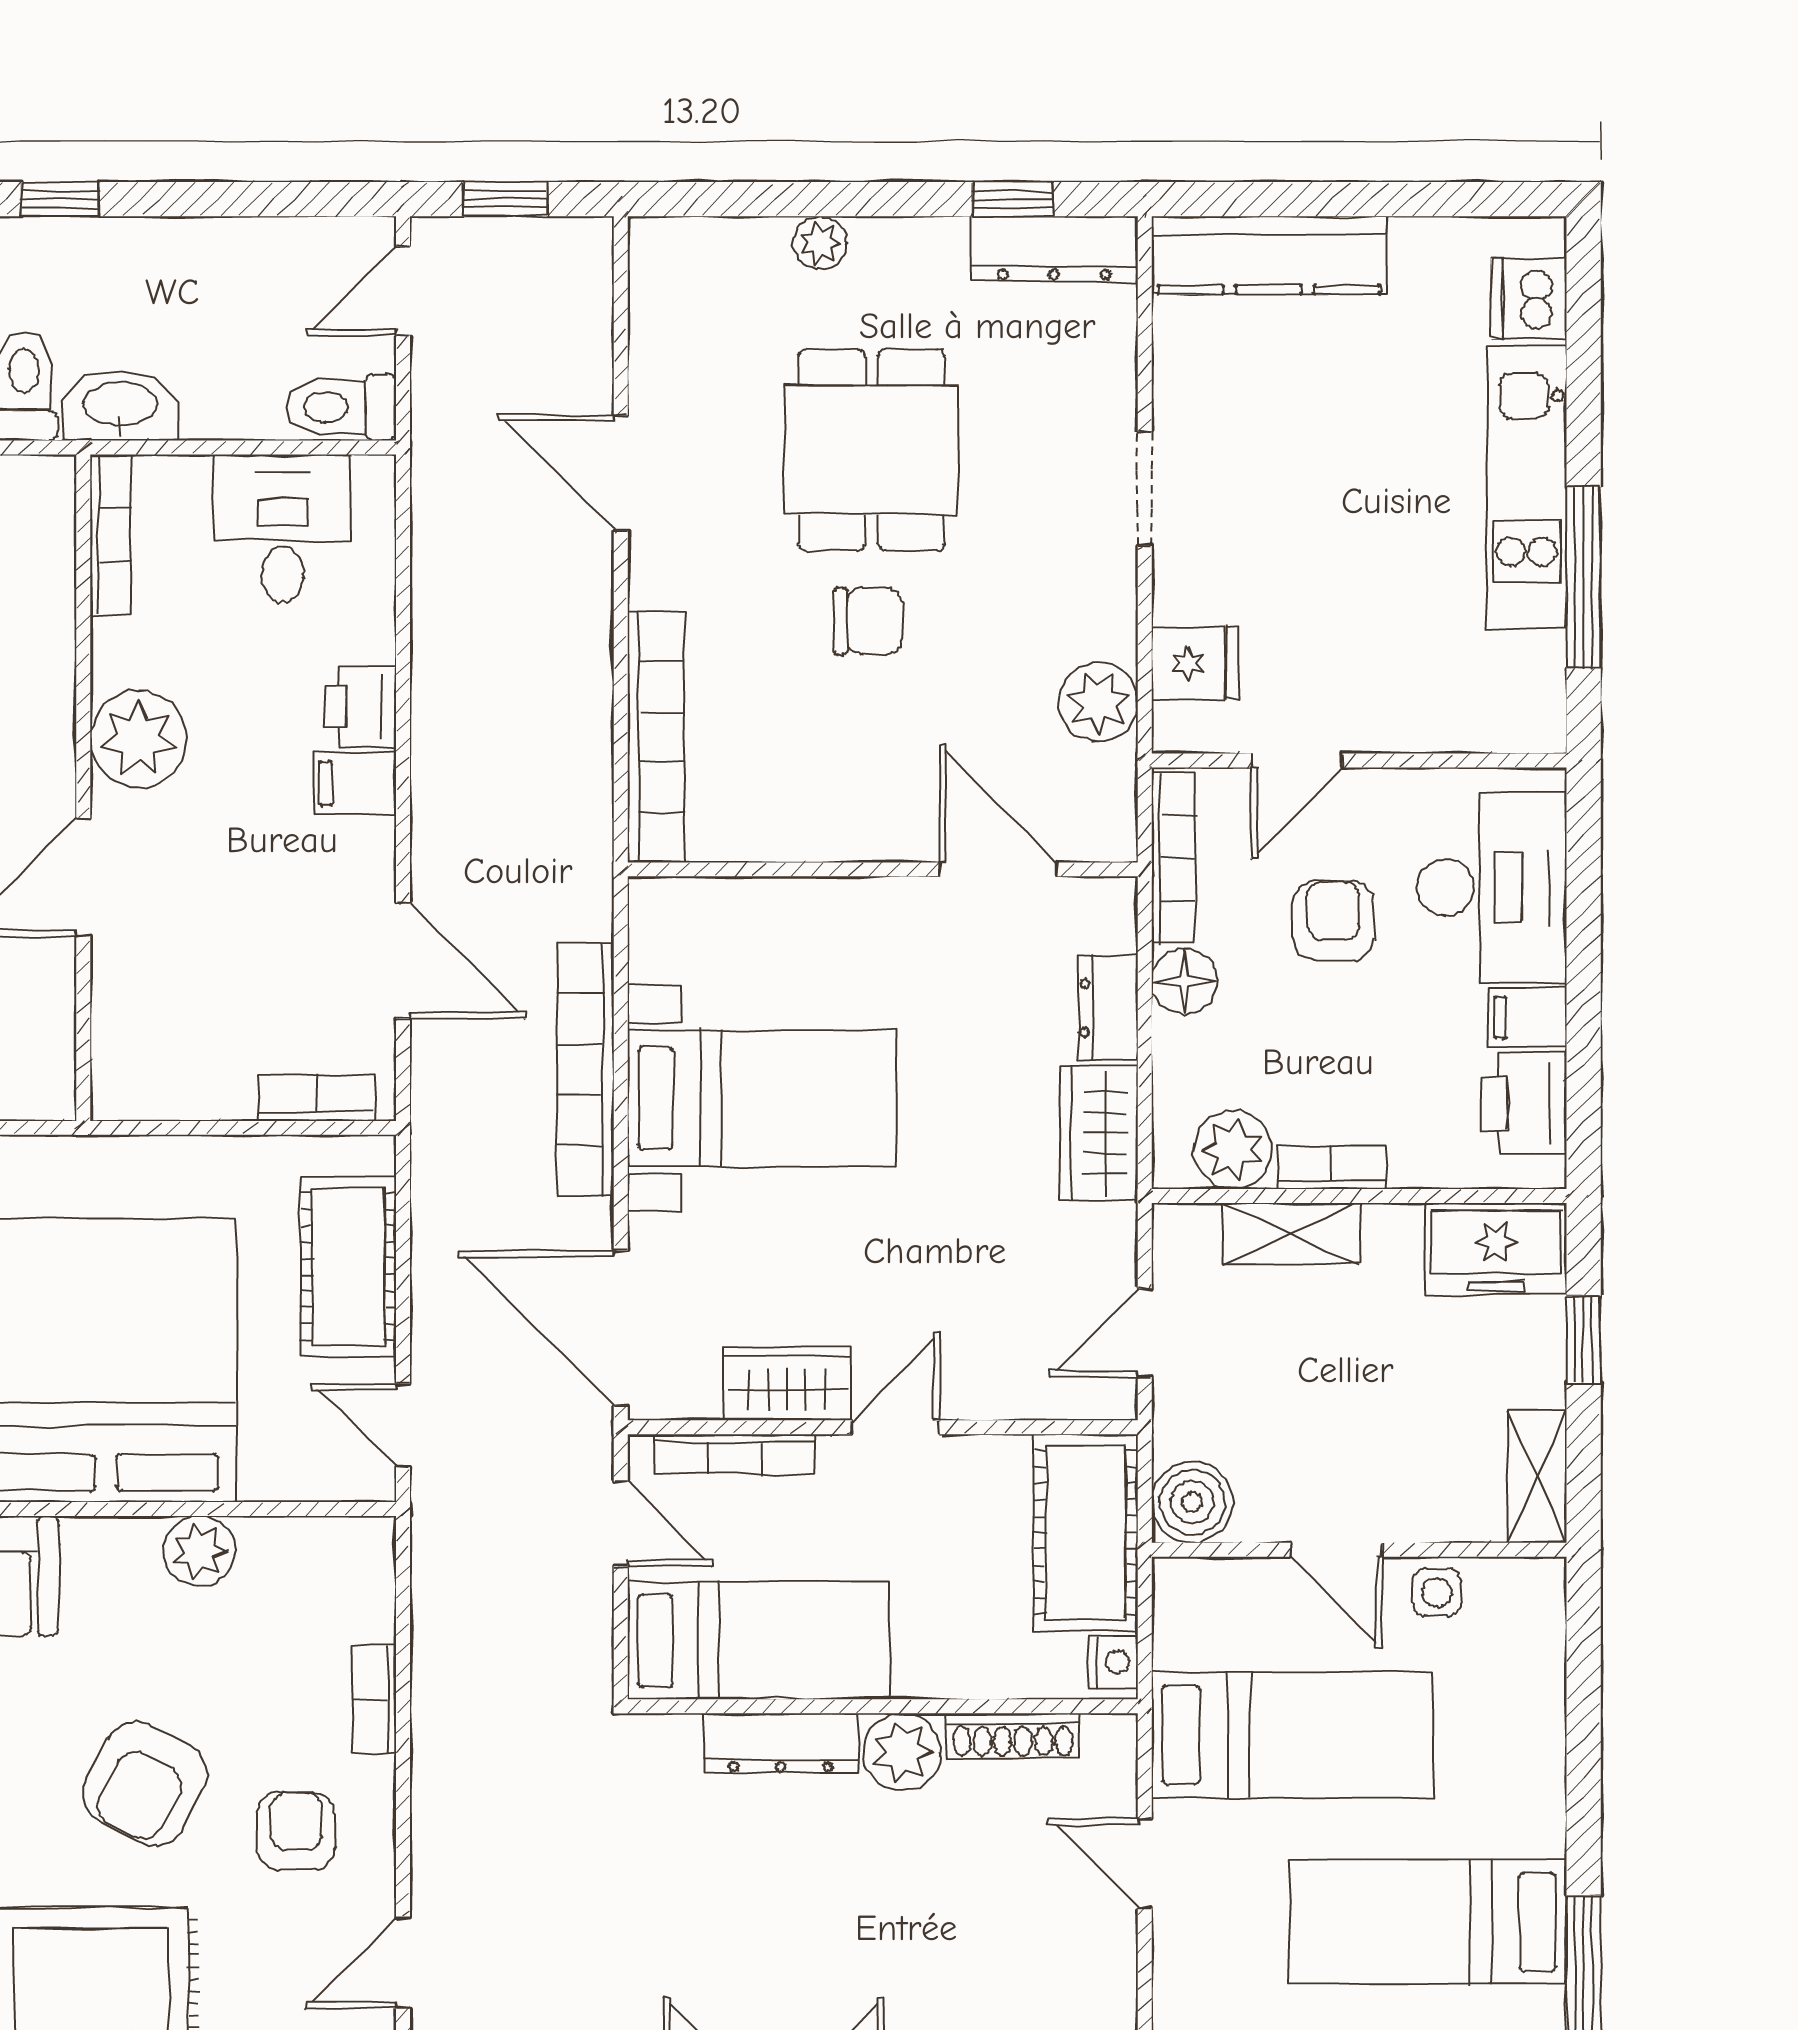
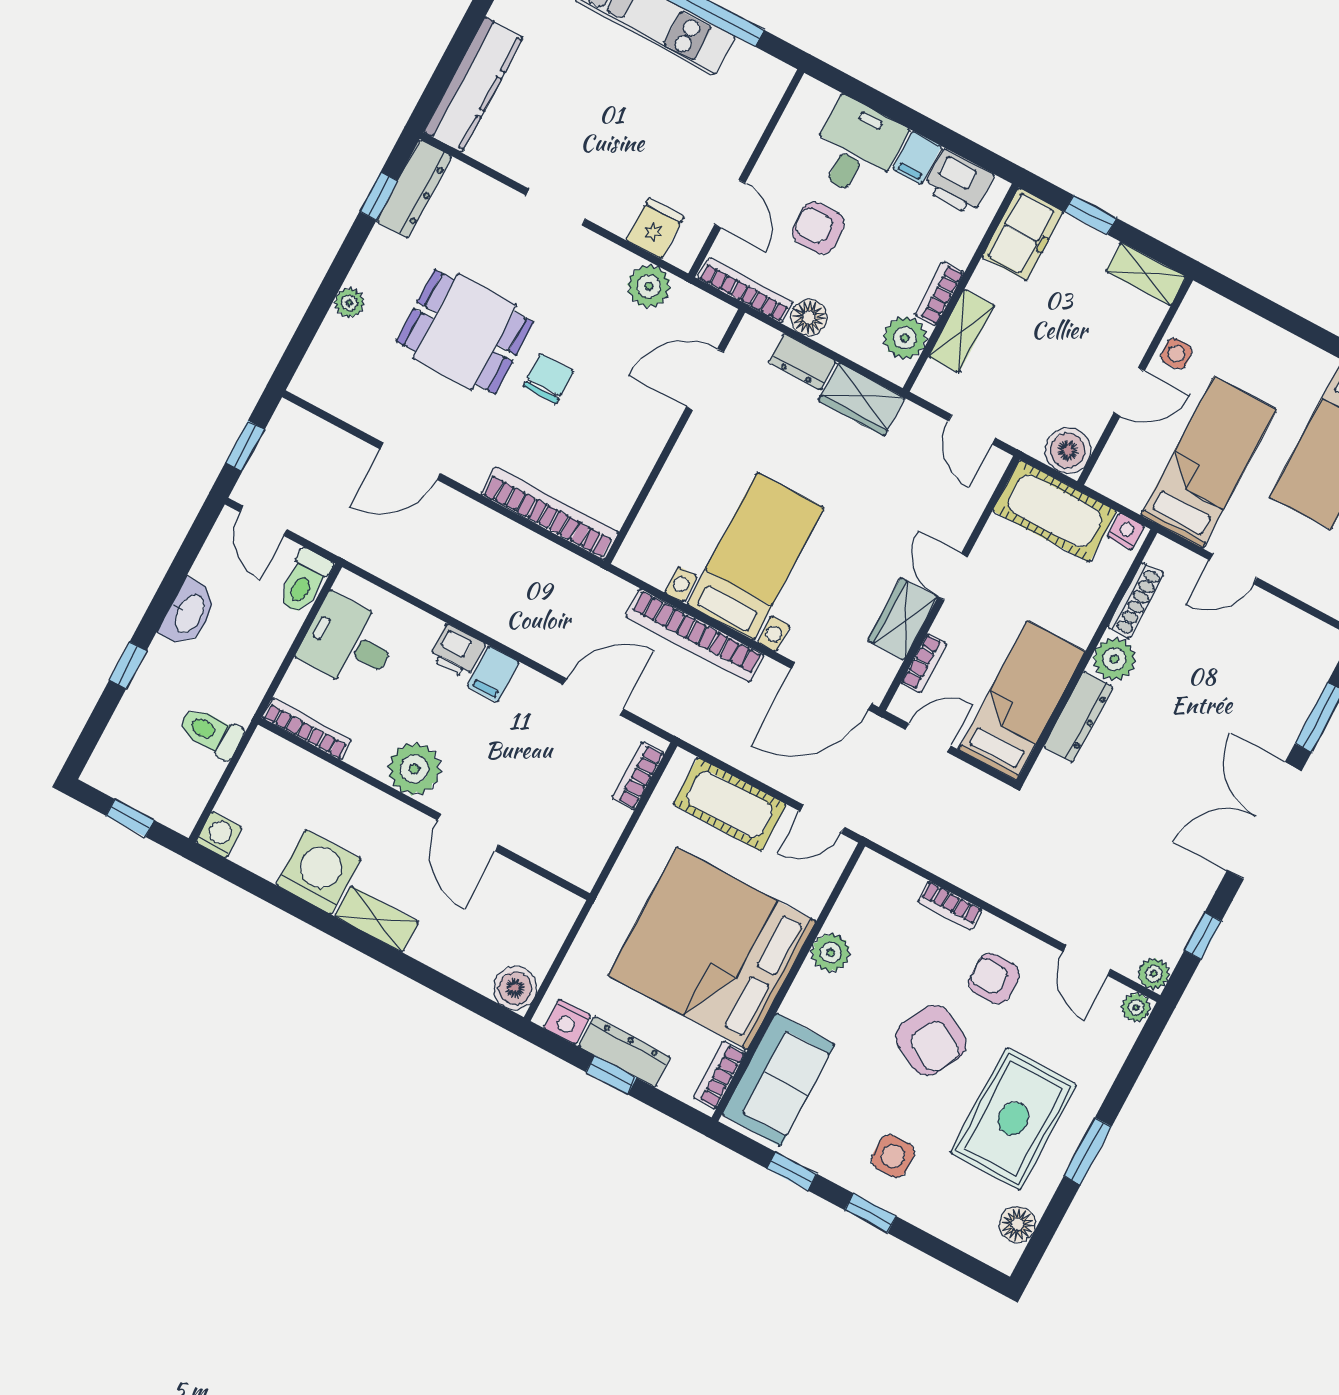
washbasin: (120, 406) -> (189, 613), moved, turned 180
desk: (1492, 887) -> (856, 148), width x0.73
bookcase: (735, 1454) -> (924, 663), width x0.64

